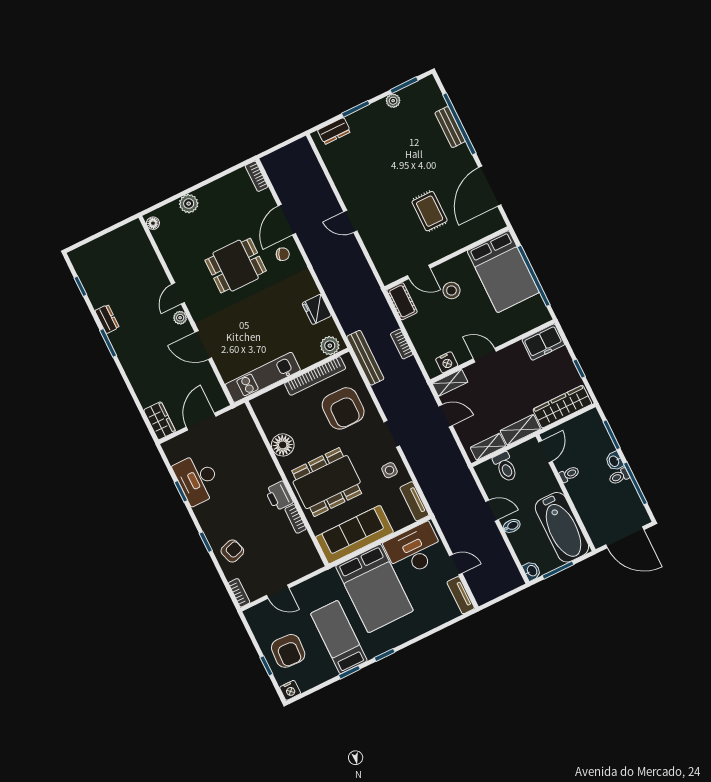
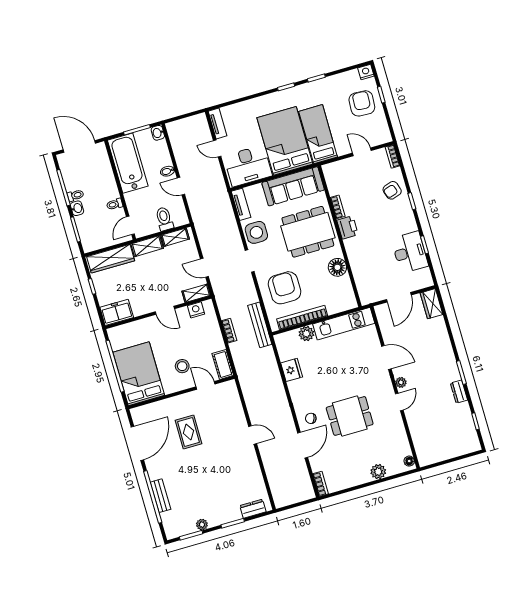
plant: (330, 346) -> (306, 334), moved
side table: (389, 470) -> (256, 232), width x1.87, depth x1.87
bed: (339, 637) -> (318, 134), moved, turned 180

